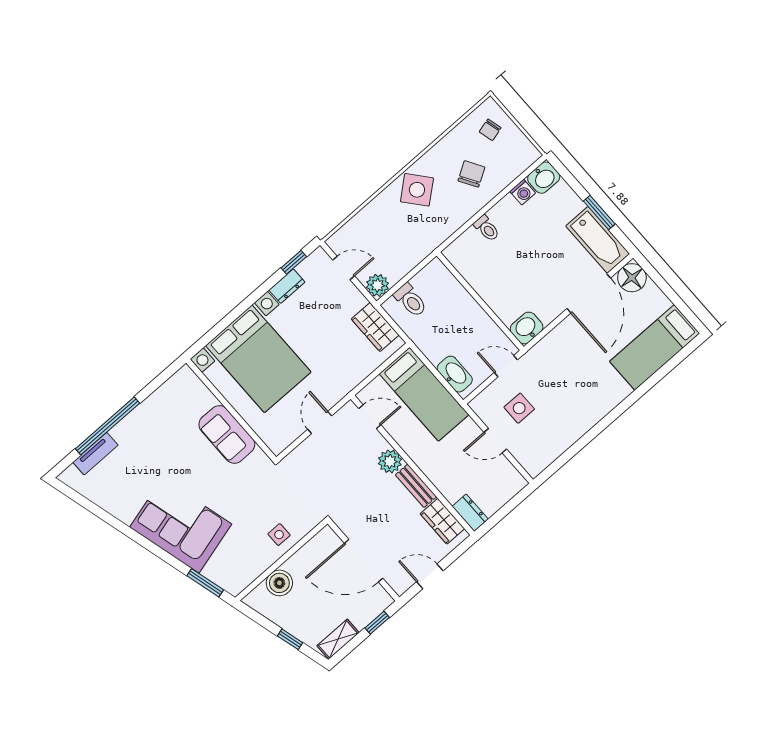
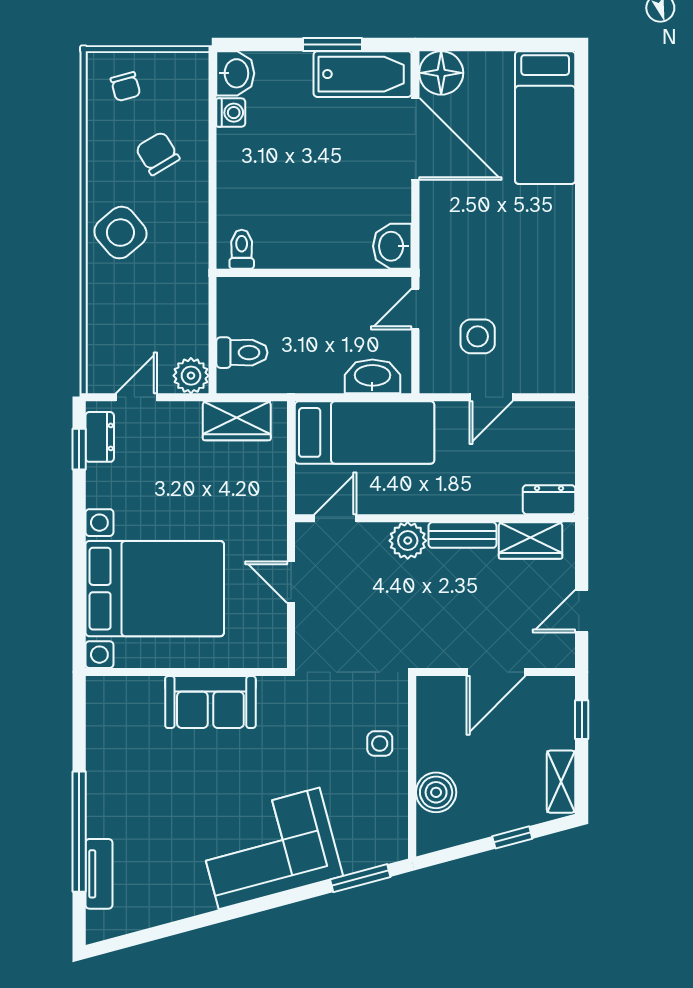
toilet: (487, 228) -> (242, 249), moved, turned -90
dresser: (287, 286) -> (100, 437), moved
door: (364, 561) -> (496, 672), width x0.73

